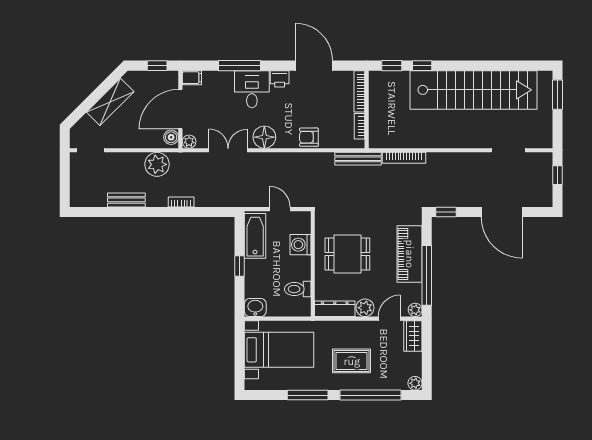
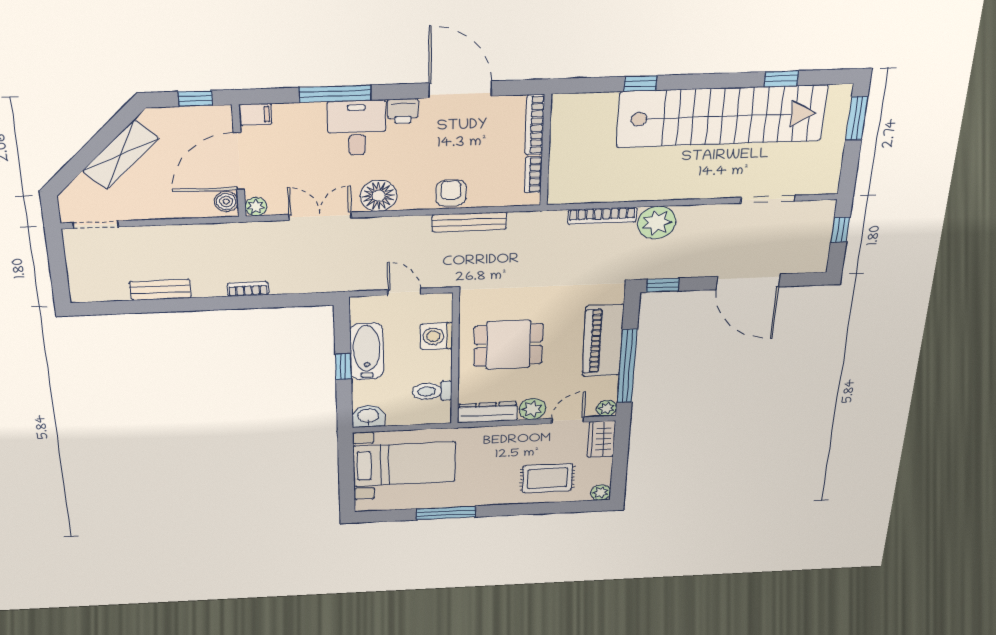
window: (392, 66) -> (781, 79), moved
armchair: (309, 137) -> (451, 193), turned 90
bench: (358, 159) -> (469, 222), moved
plant: (157, 164) -> (657, 223), moved
bathtub: (255, 236) -> (367, 351), moved
rug: (352, 361) -> (547, 478), moved
window: (371, 395) -> (536, 509), removed

